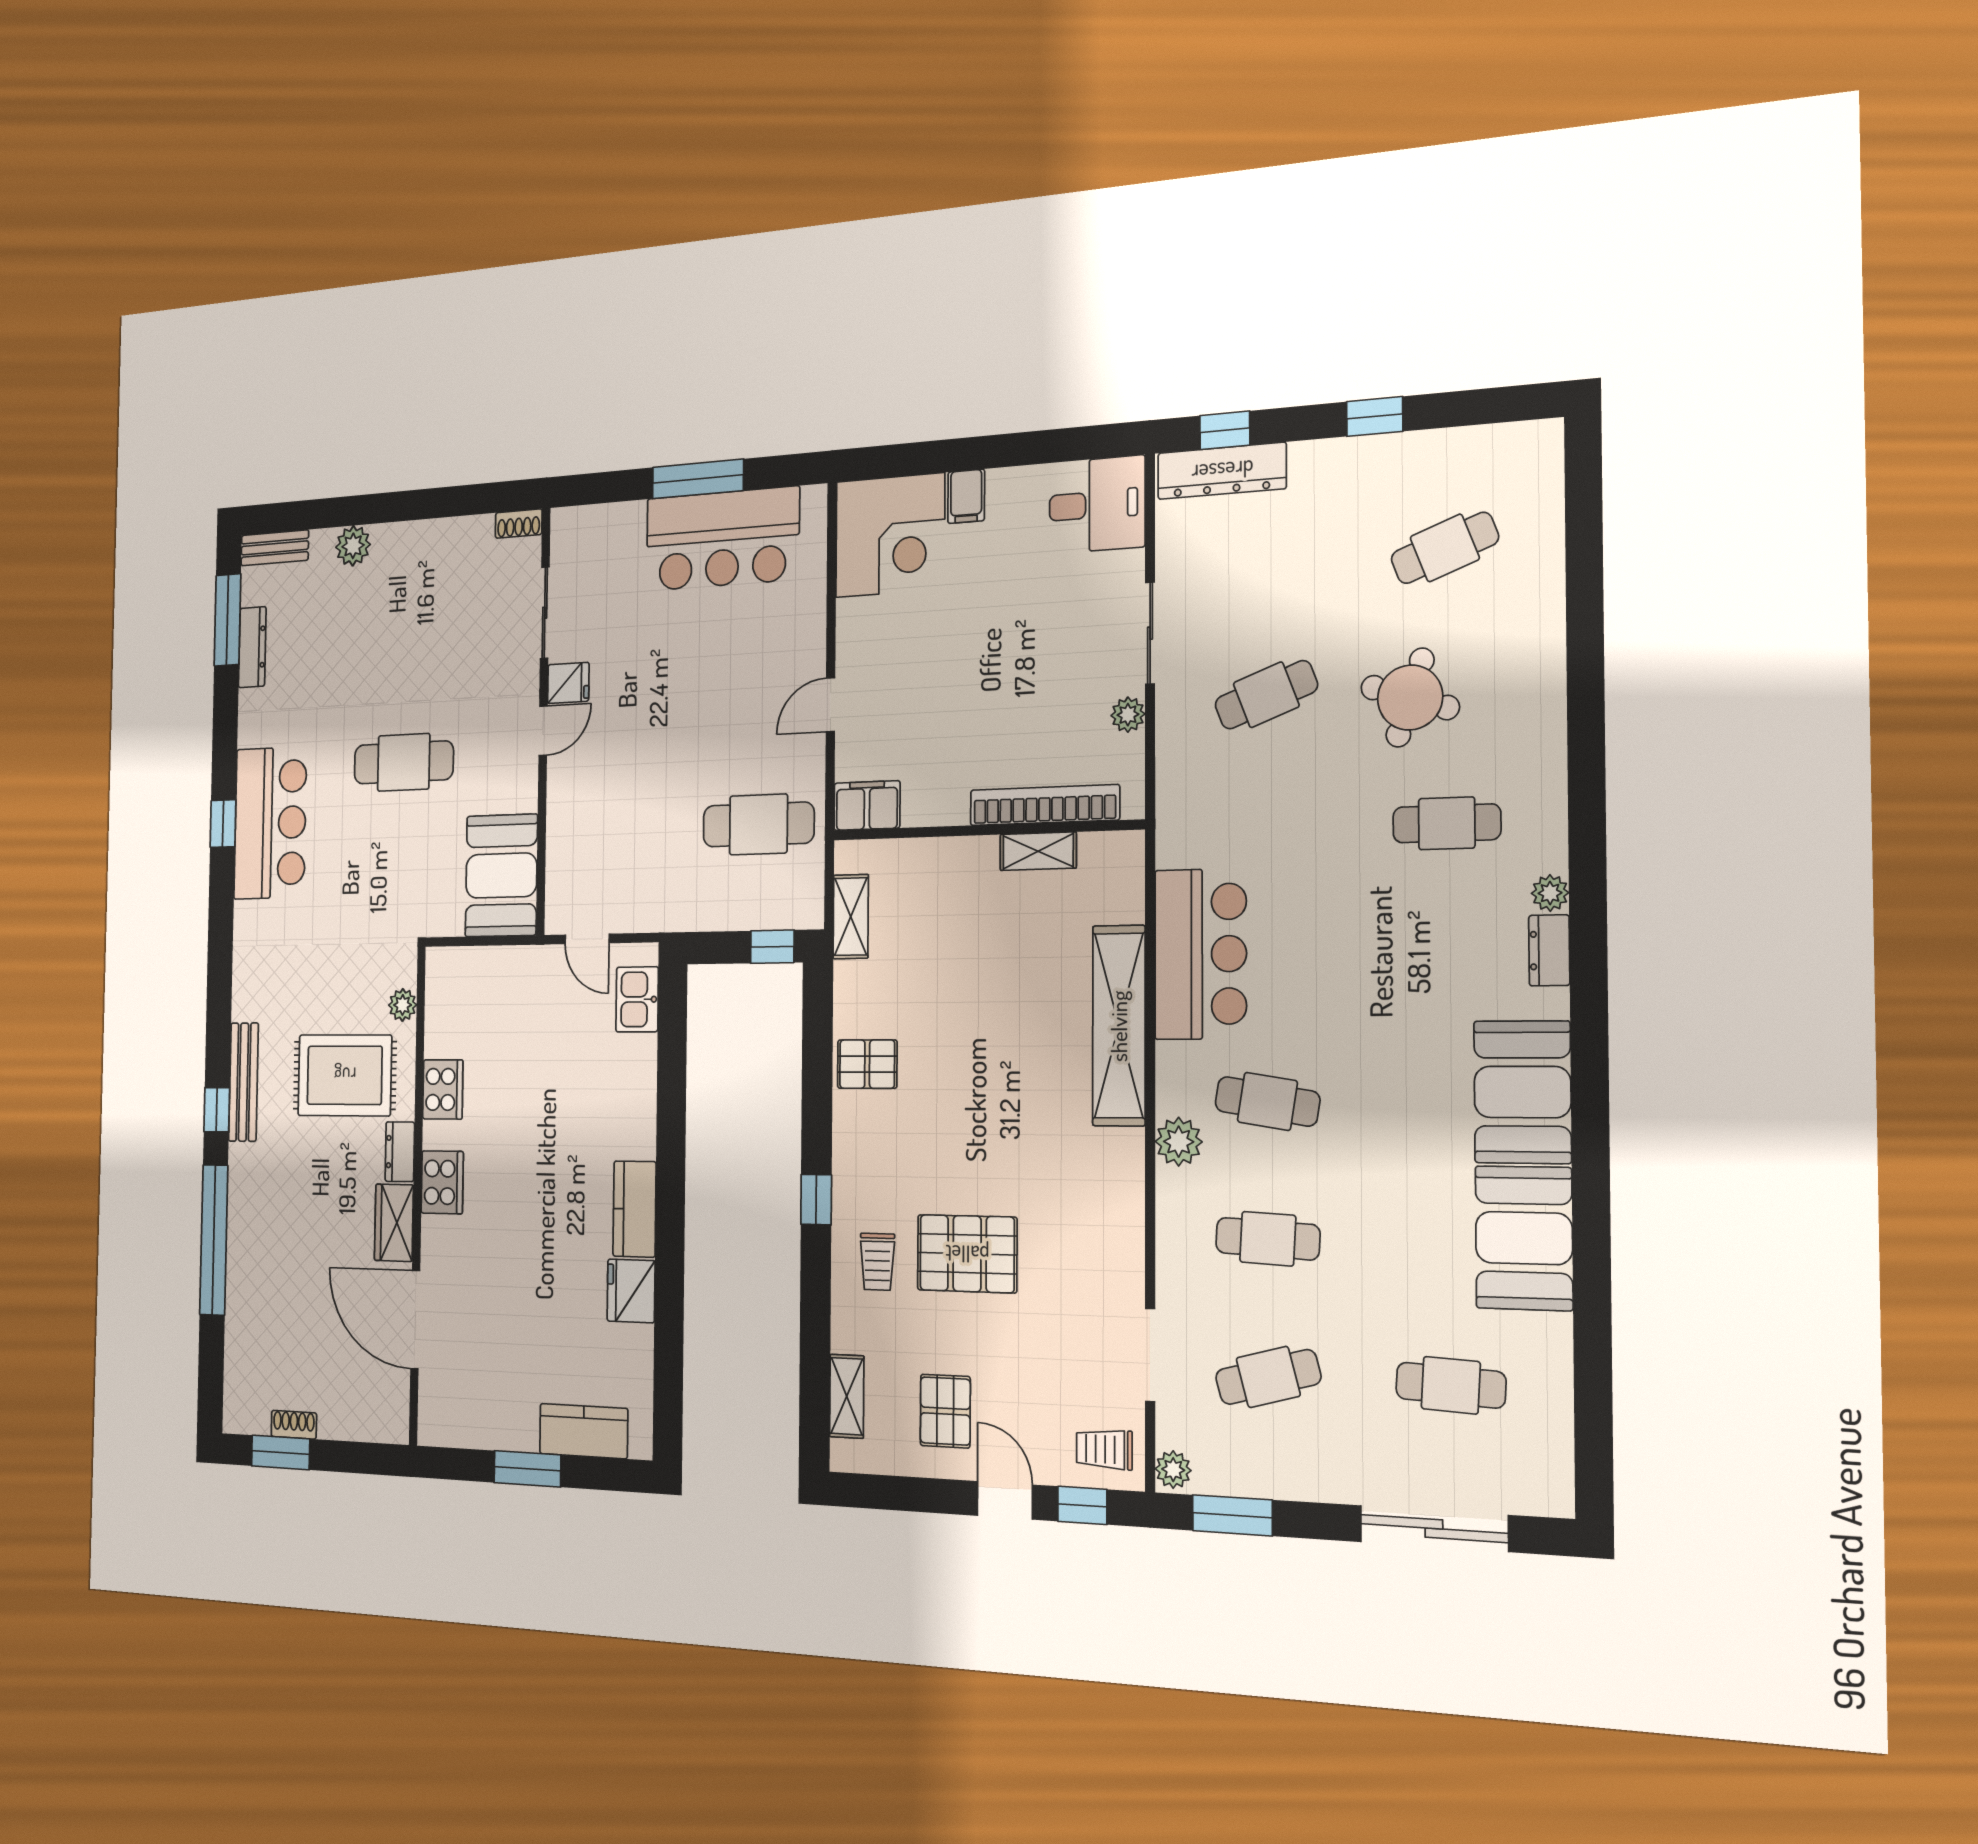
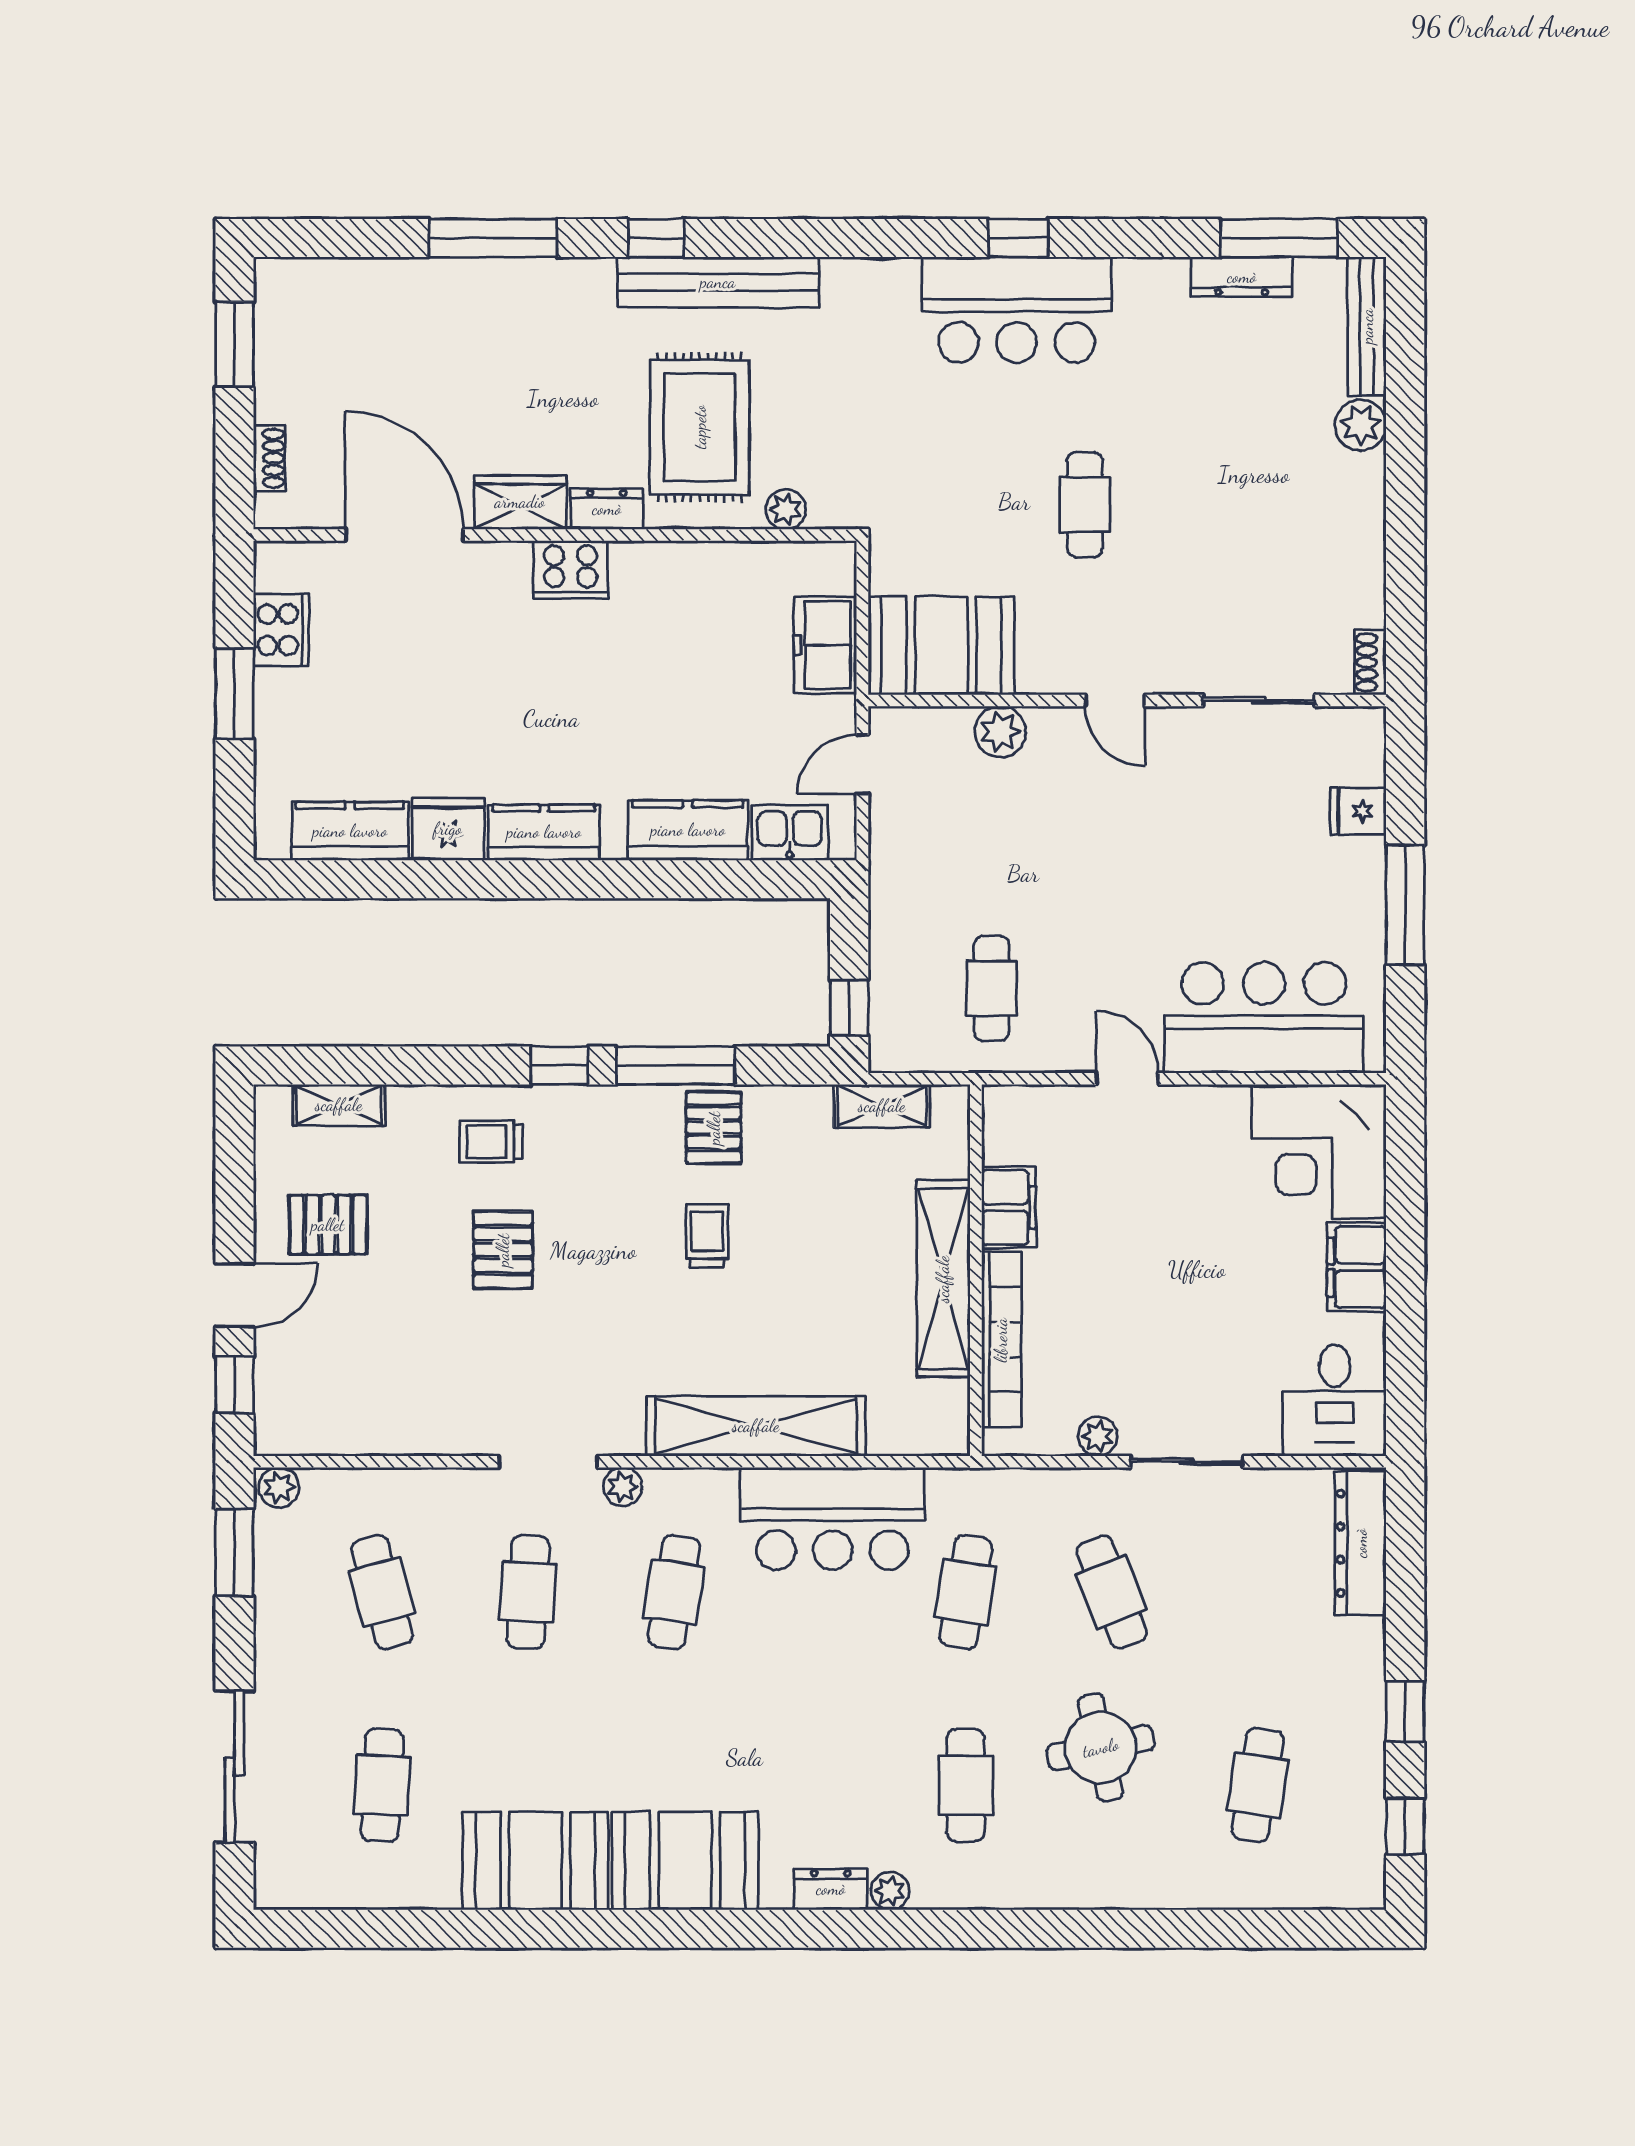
window: (1225, 430) -> (1405, 1826), moved
filing cabinet: (966, 496) -> (1357, 1267), width x2.00
bar counter: (722, 539) -> (1264, 1018), moved, turned 90
bench: (275, 548) -> (1367, 326), width x1.36
cafe table: (1445, 548) -> (1258, 1785), turned 30
fridge: (568, 683) -> (1358, 811), moved, turned 90
round table: (1410, 698) -> (1101, 1748), turned -30
cafe table: (404, 762) -> (1085, 505), width x0.73, depth x0.74
filing cabinet: (867, 806) -> (1009, 1207), moved
cafe table: (758, 824) -> (992, 988), width x0.73, depth x0.74
plant: (564, 825) -> (1000, 732), added
cafe table: (1267, 829) -> (966, 1592), added
shelving: (1038, 851) -> (943, 1279), width x2.20, depth x1.33
freezer: (499, 971) -> (825, 645), added
bench: (243, 1082) -> (718, 282), width x1.37, depth x1.21
kitchen counter: (634, 1086) -> (688, 830), added
cooker: (443, 1089) -> (281, 630), moved, turned -90
window: (817, 1097) -> (676, 1065), added
plant: (1179, 1142) -> (623, 1487), width x0.73, depth x0.73
window: (214, 1240) -> (493, 238), width x0.68
pallet: (967, 1254) -> (503, 1250), width x0.67, depth x0.71
door: (415, 1320) -> (404, 535), hinge flipped
doorway: (1150, 1355) -> (548, 1462), moved
shoe rack: (294, 1425) -> (269, 458), moved
kitchen counter: (584, 1431) -> (350, 831), moved, turned -90
trolley: (1104, 1449) -> (707, 1236), moved

